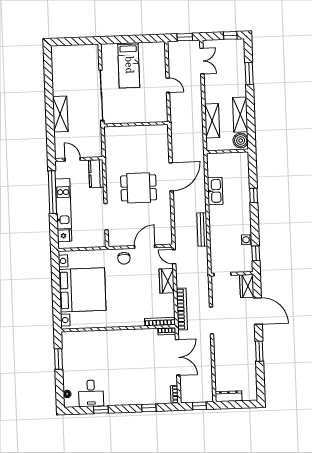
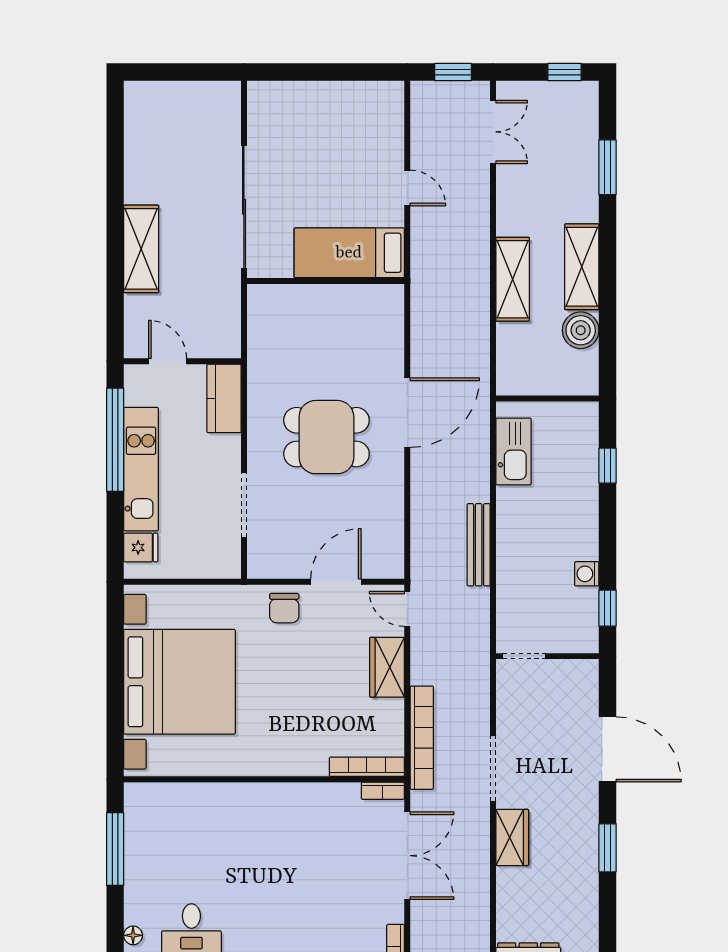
bed: (129, 65) -> (349, 253), moved, turned 90
wall: (227, 151) -> (547, 398), moved
wardrobe: (247, 286) -> (512, 837), moved, turned 180
window: (59, 359) -> (115, 849), width x1.44

